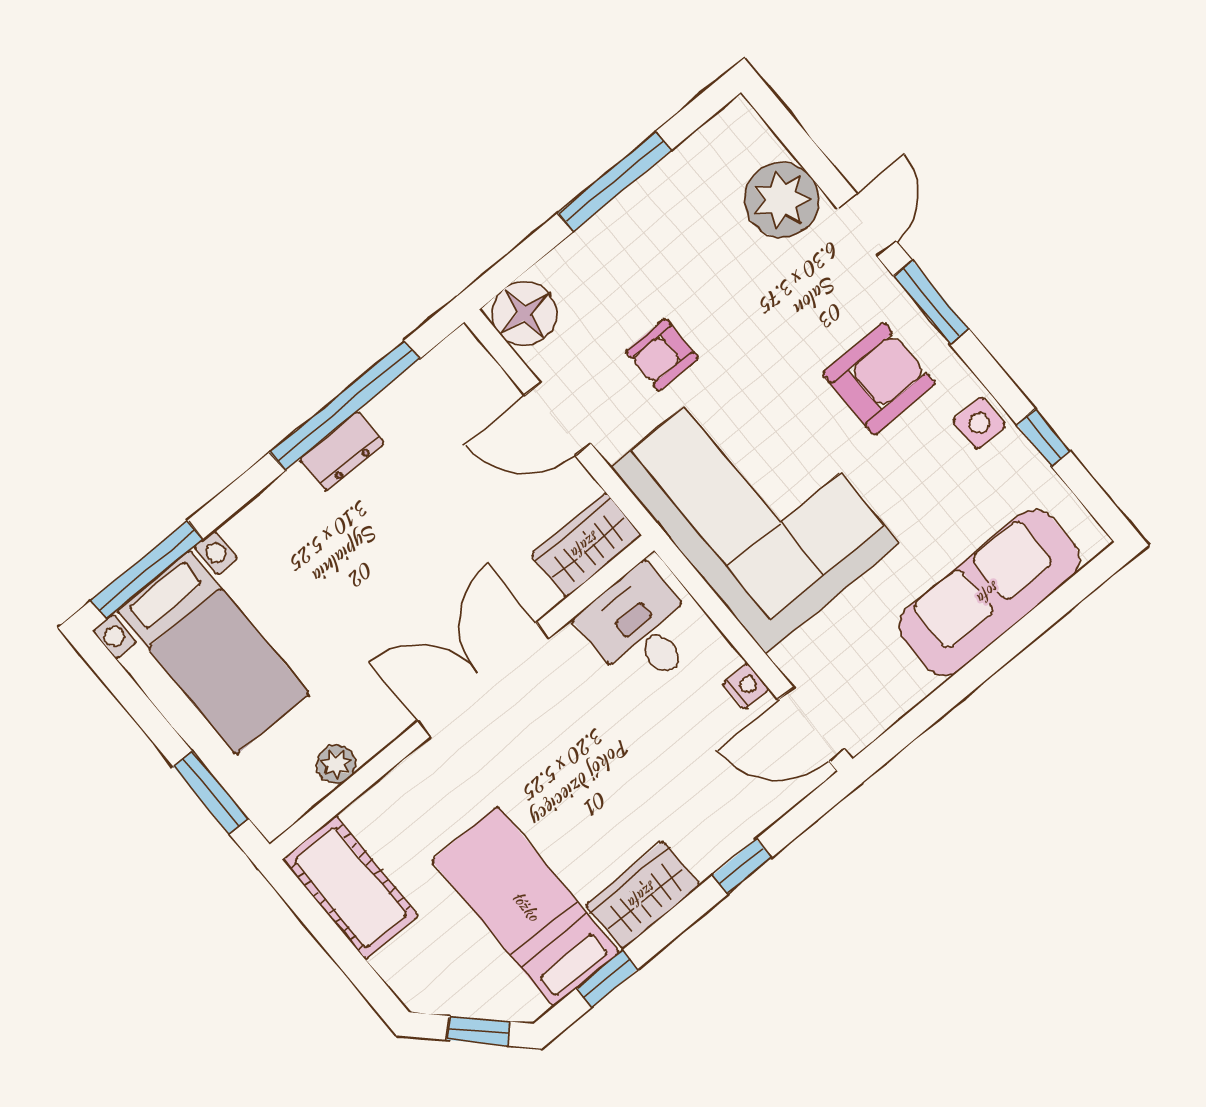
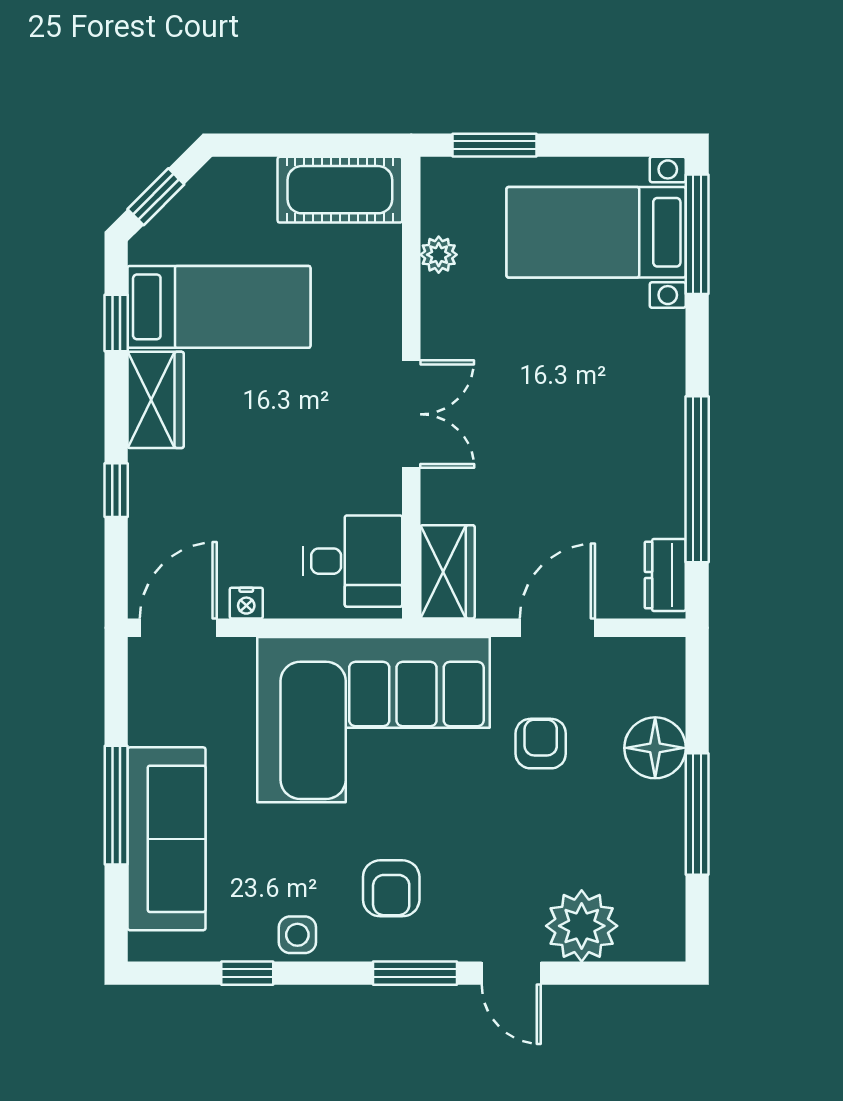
floor lamp: (524, 314) -> (655, 748), moved
armchair: (879, 379) -> (391, 888), width x0.72, depth x0.72
dresser: (342, 451) -> (665, 575), moved
window: (996, 656) -> (116, 805), added
double door: (483, 680) -> (411, 414), width x0.73

